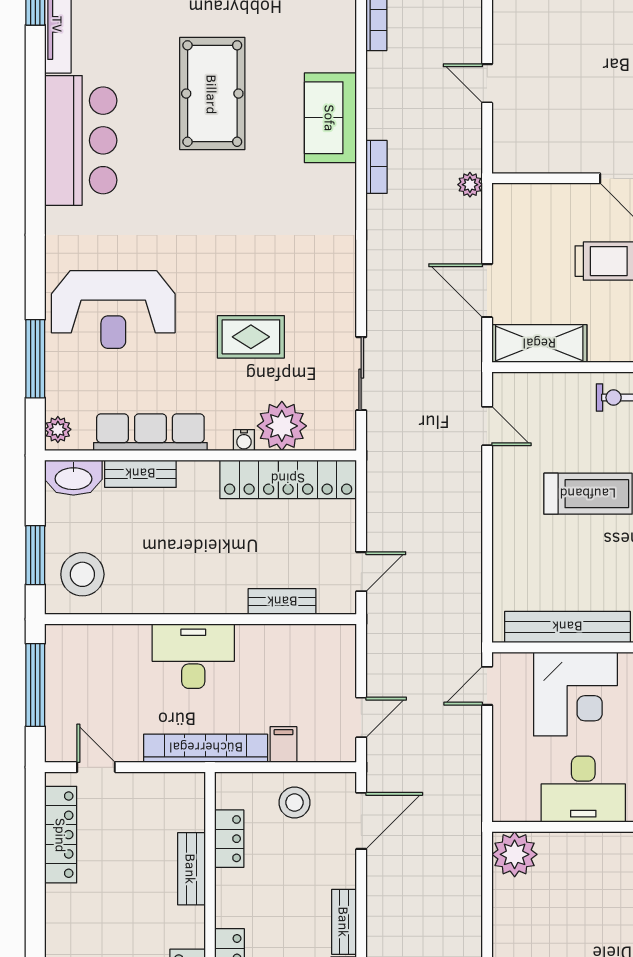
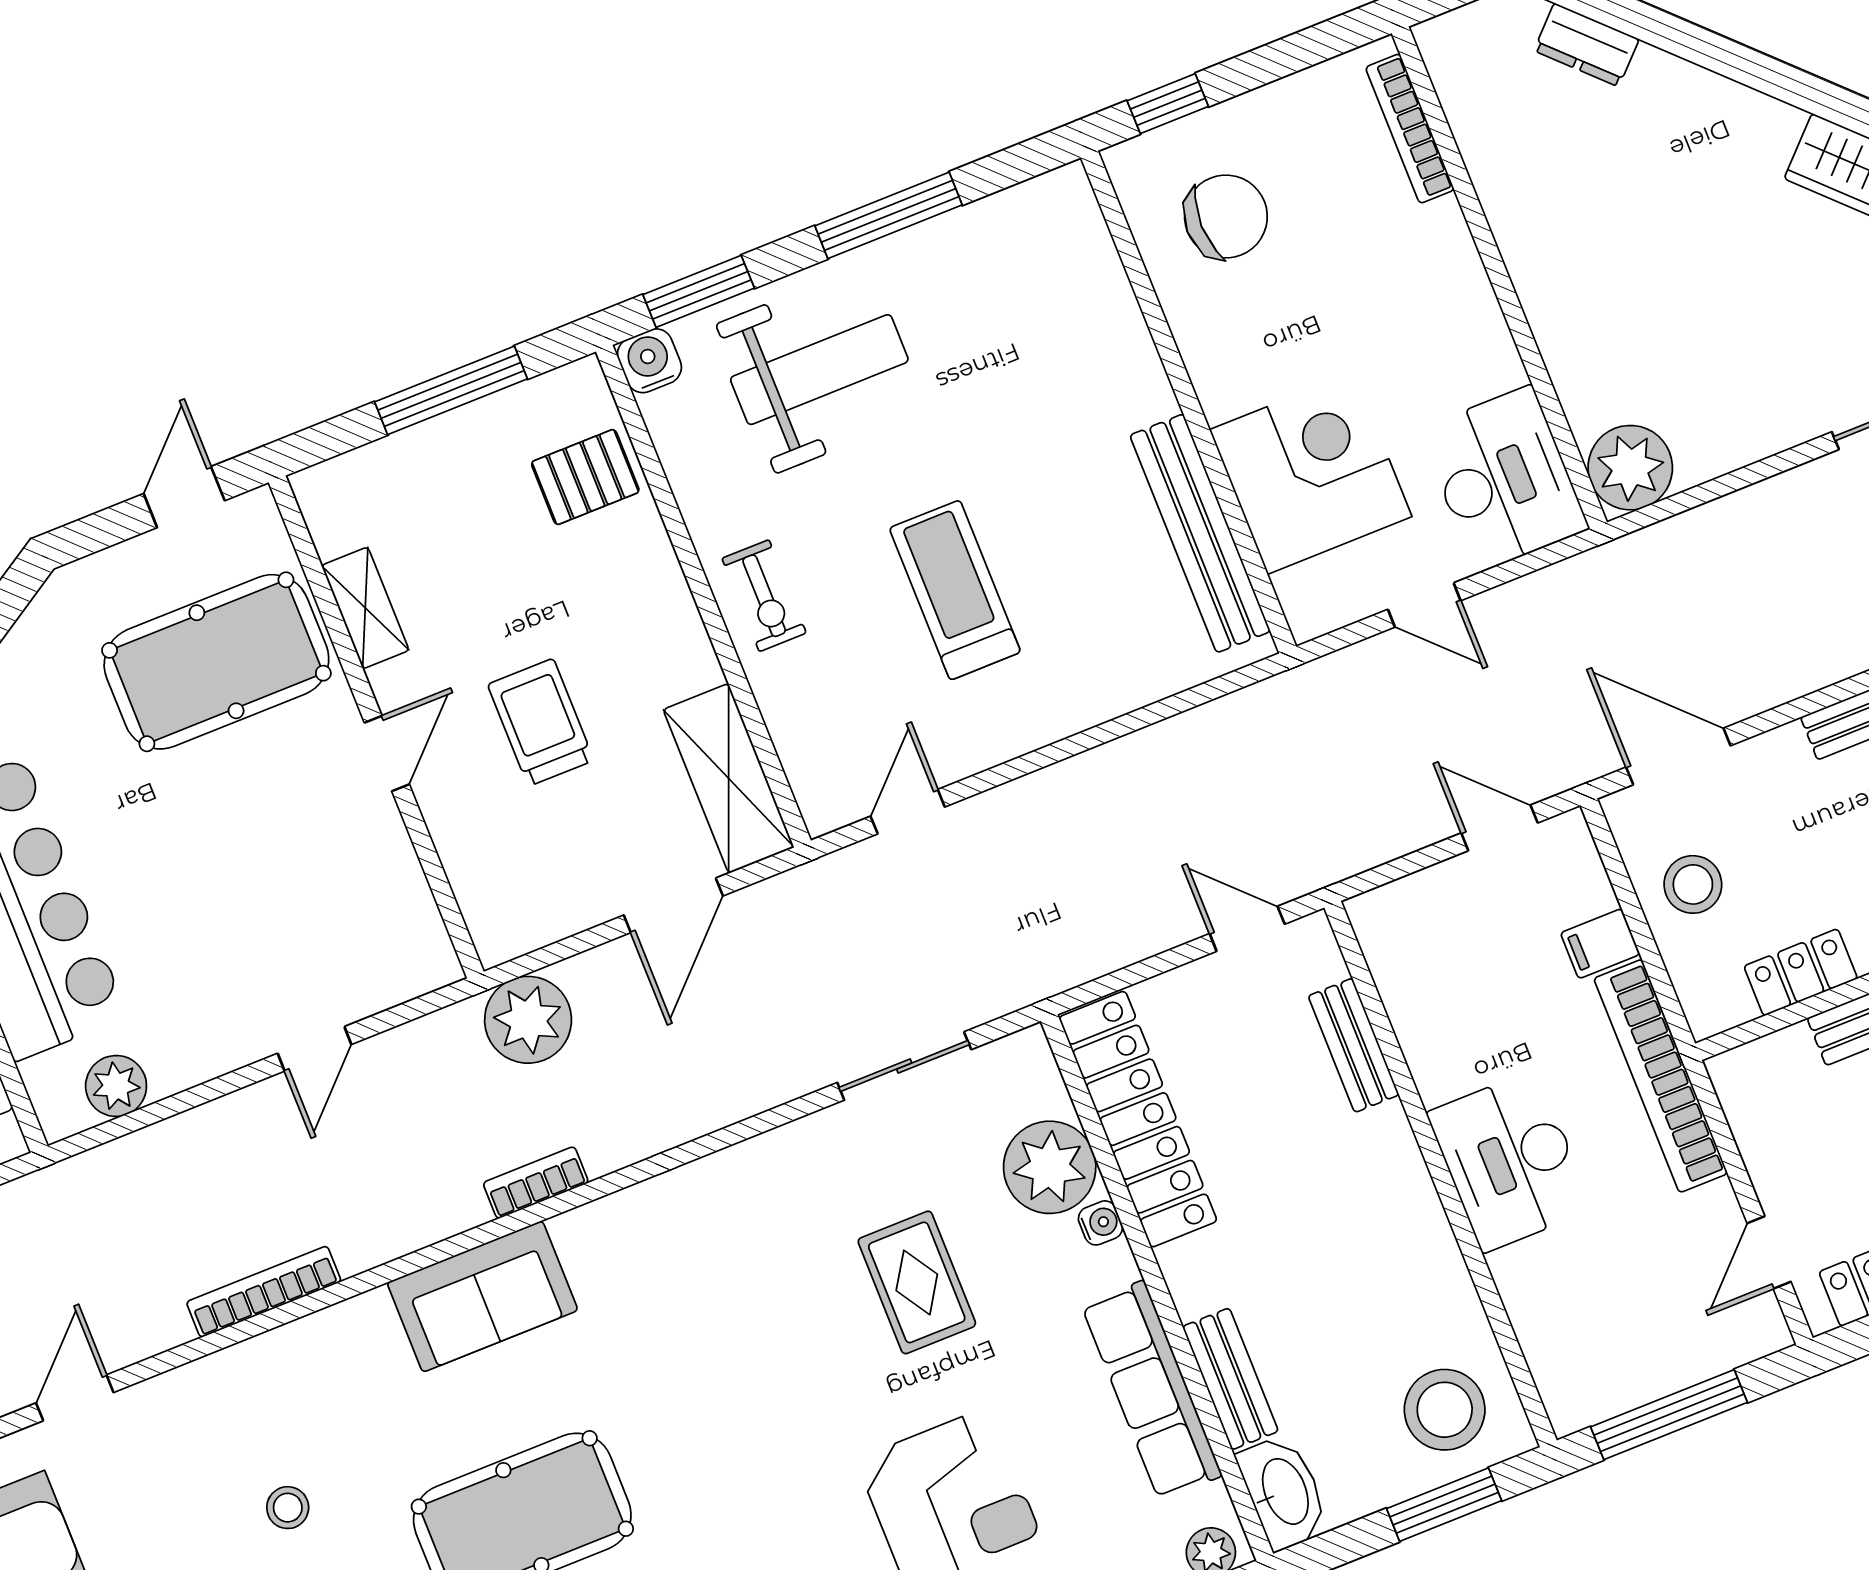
plant: (470, 185) -> (528, 1020), width x1.87, depth x1.87
door: (487, 686) -> (1424, 605), moved
desk: (583, 789) -> (1504, 479), moved

